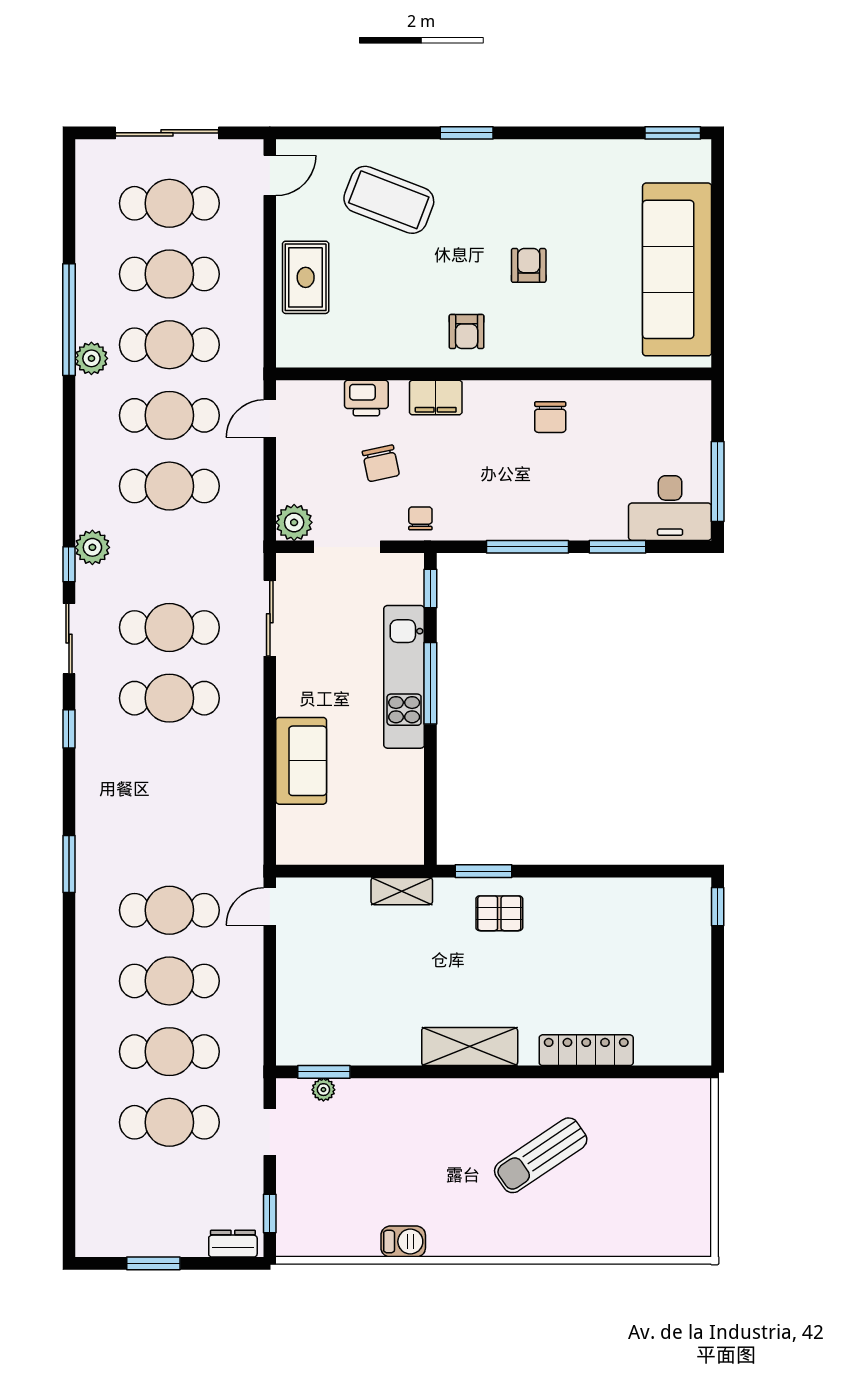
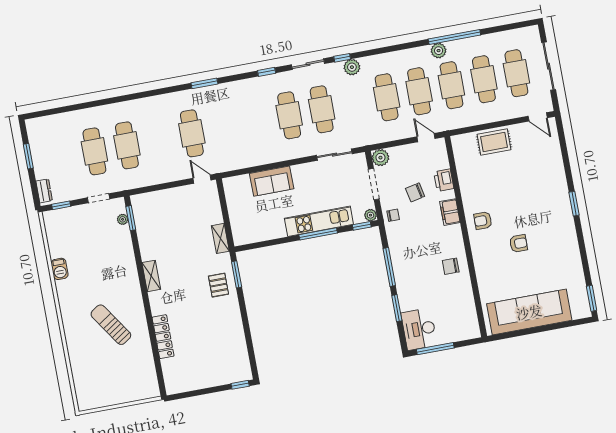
coffee table: (389, 200) -> (537, 174), removed
plant: (411, 566) -> (370, 215), added
cafe table: (169, 981) -> (159, 139), removed
shelving: (470, 1047) -> (151, 276), width x0.67, depth x0.75

